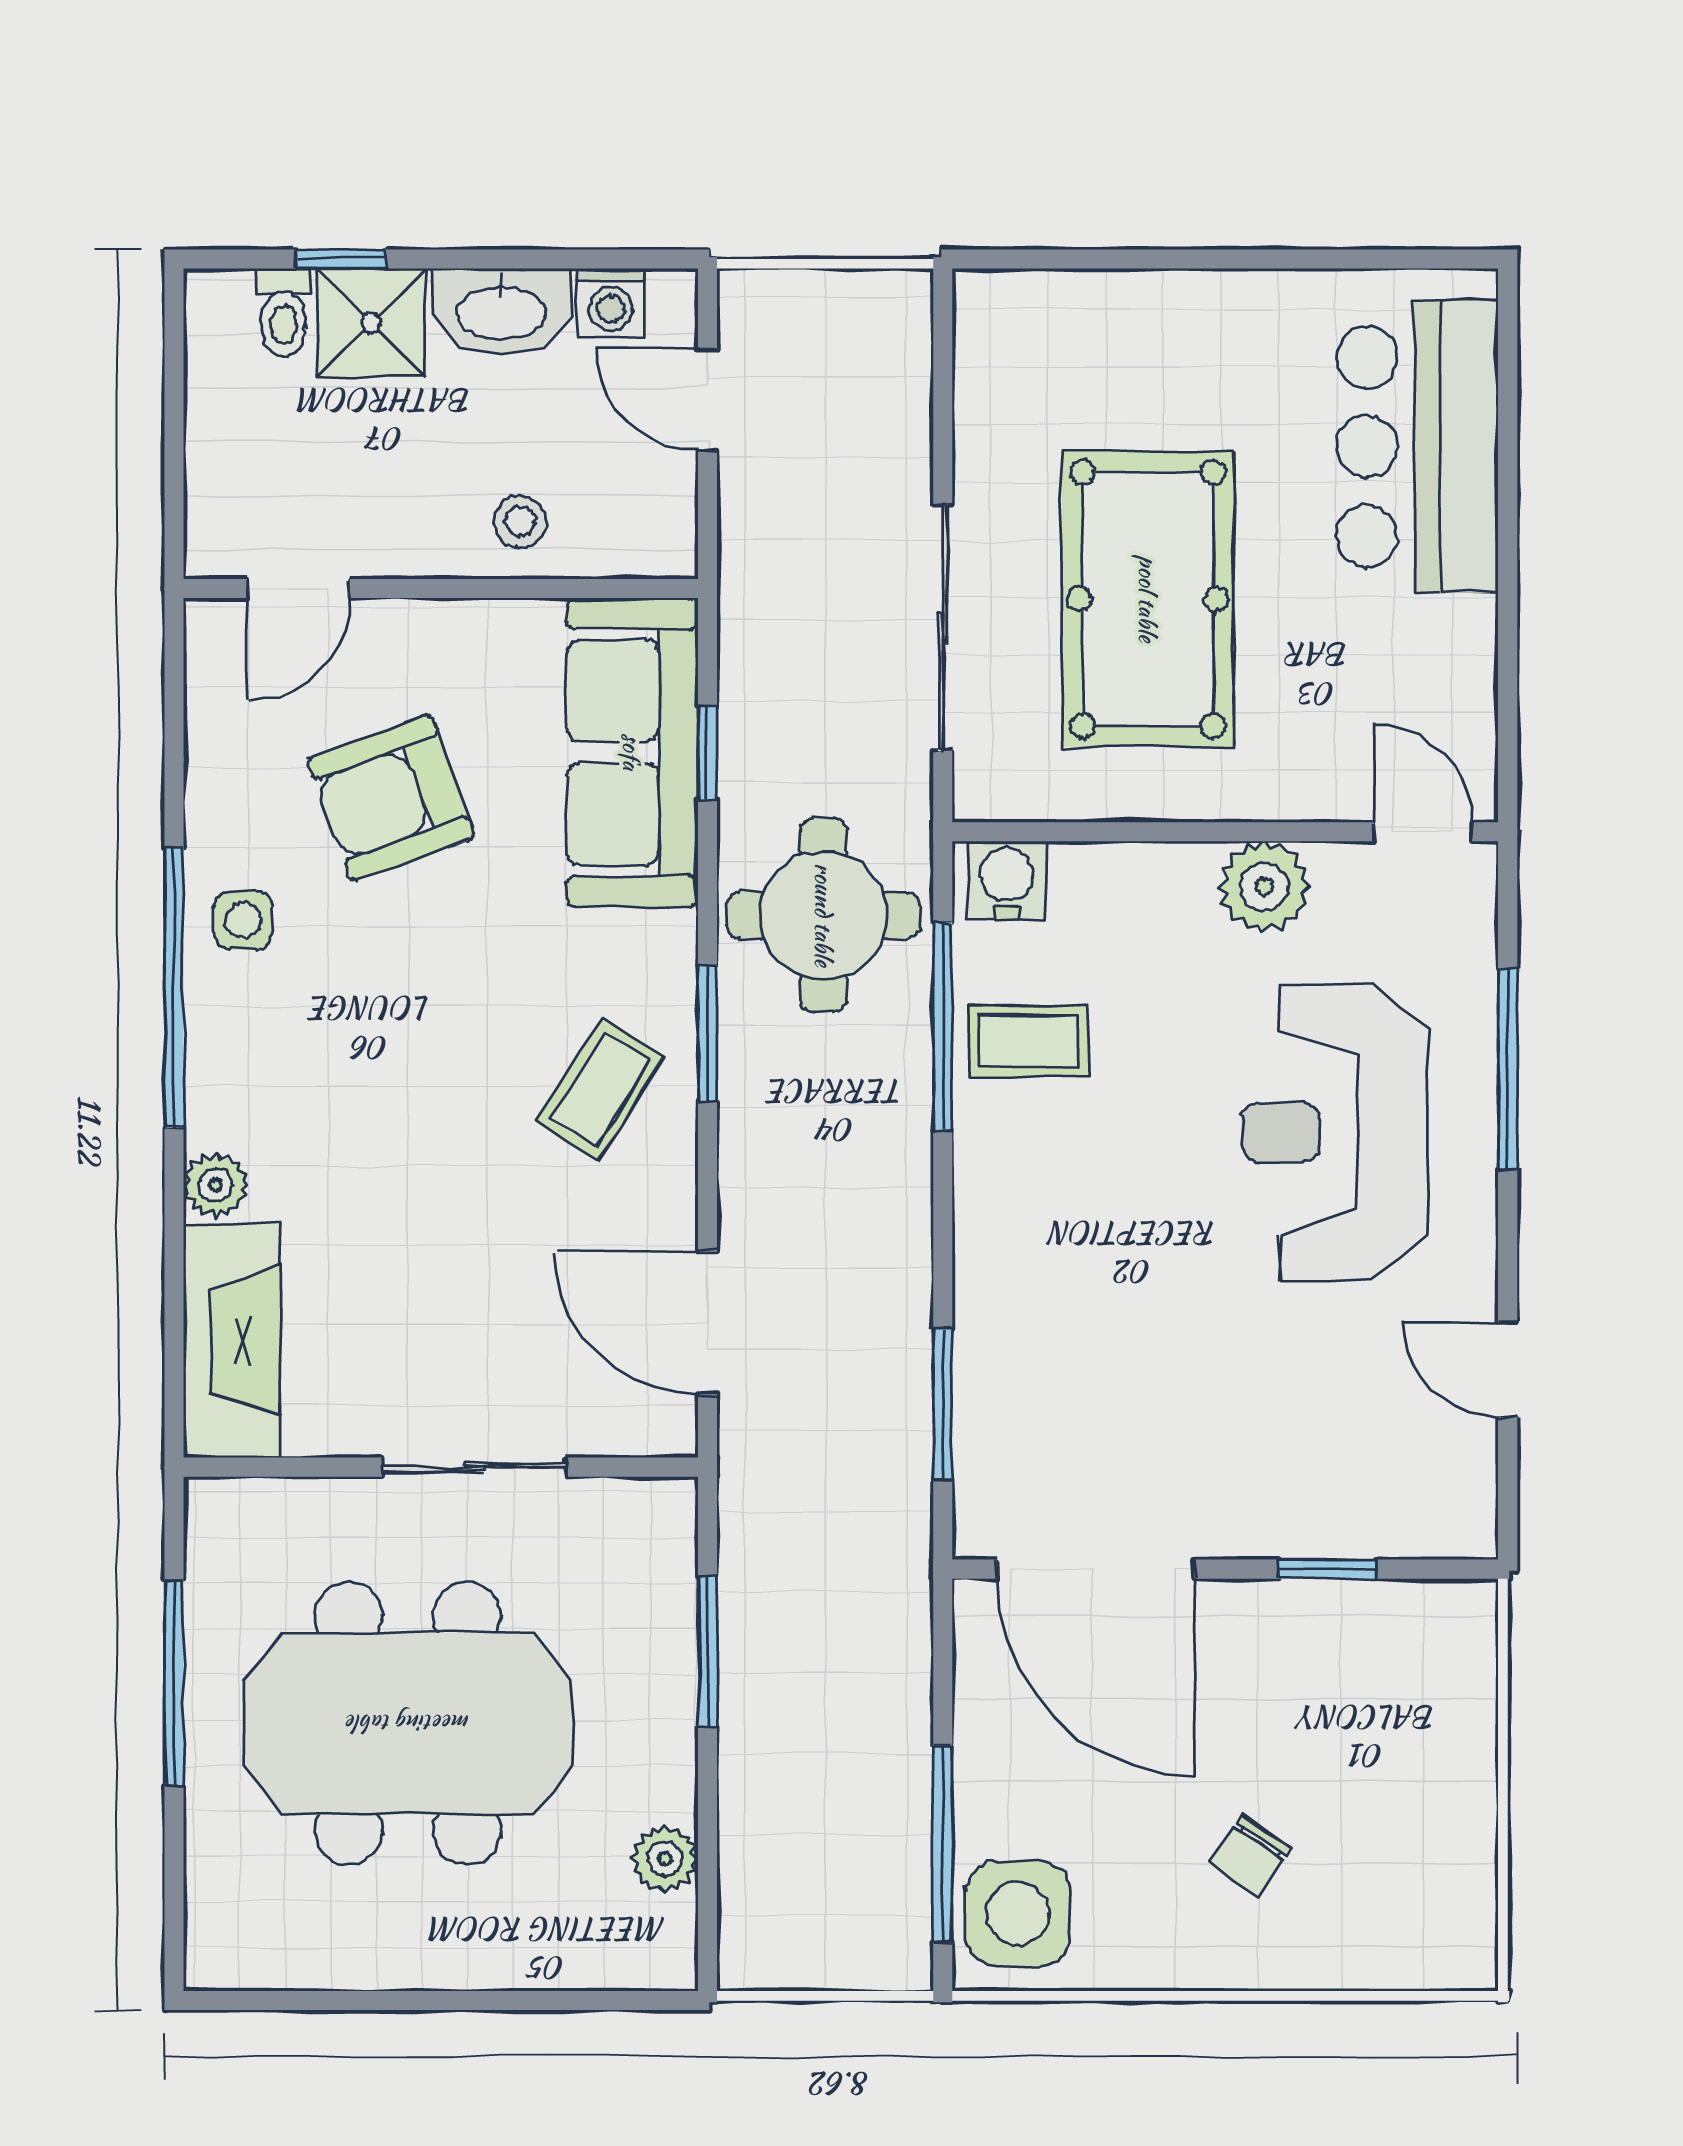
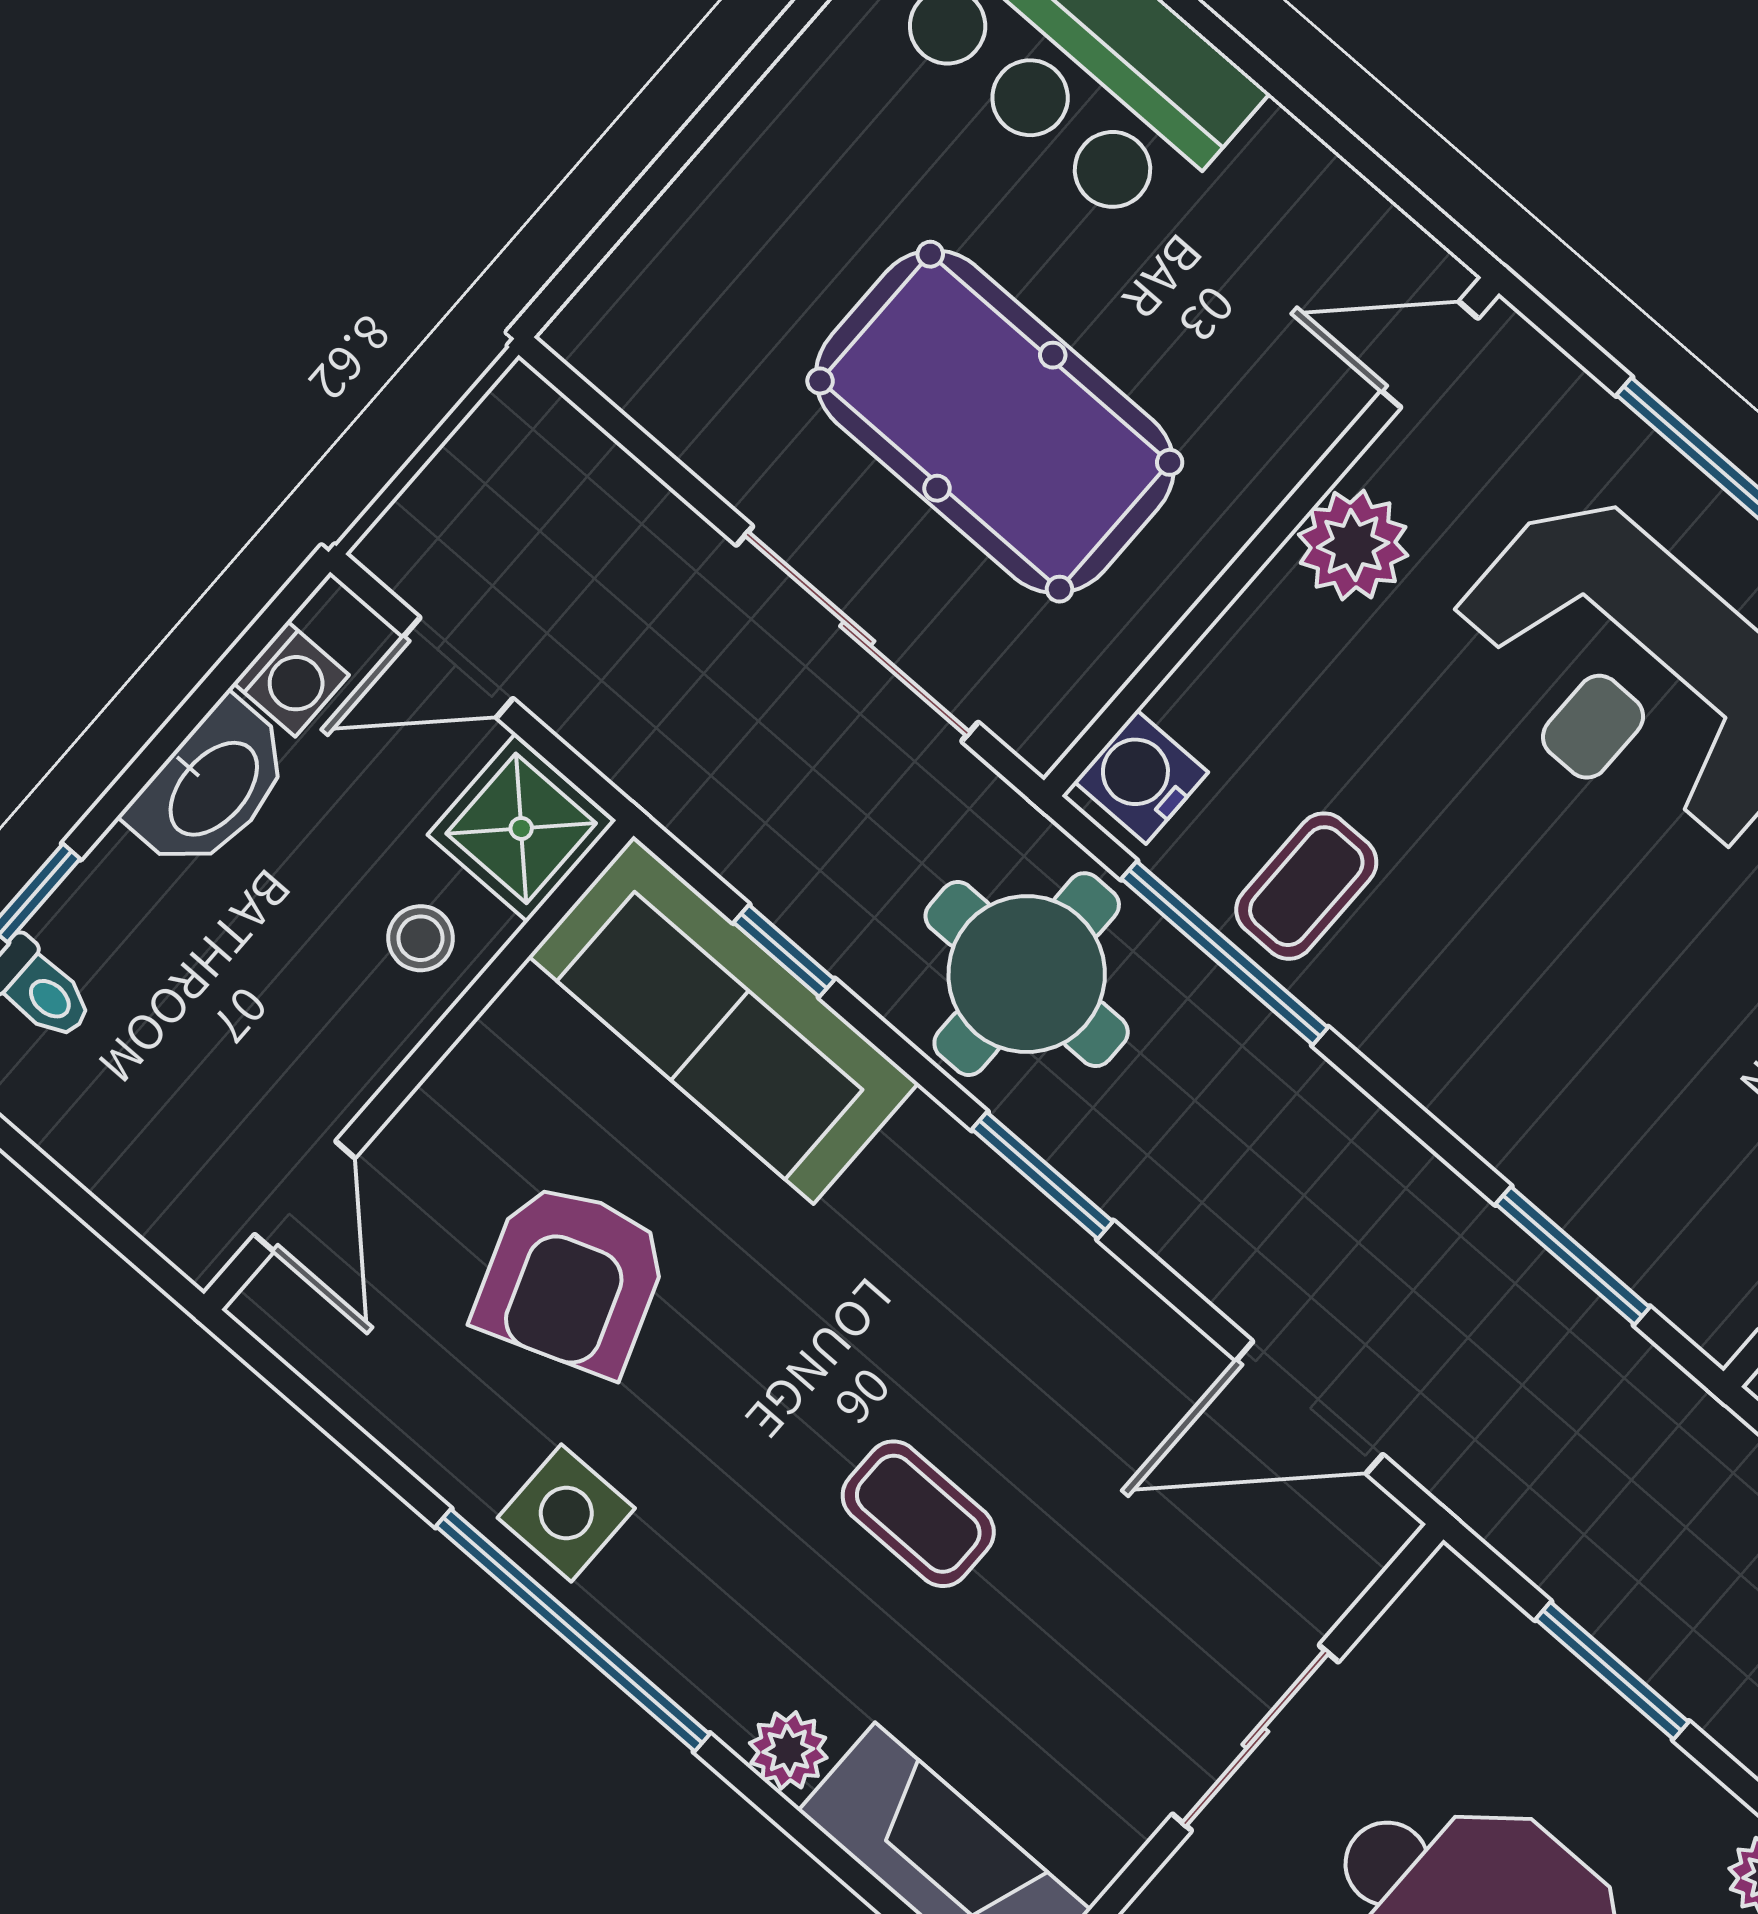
shower: (371, 323) -> (521, 828), moved
side table: (243, 920) -> (566, 1513), width x1.37, depth x1.37
coffee table: (600, 1090) -> (918, 1514), moved, turned -32

